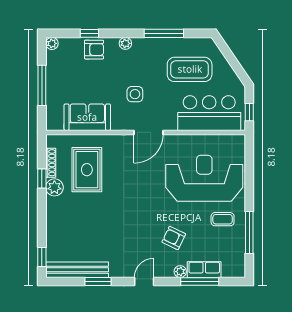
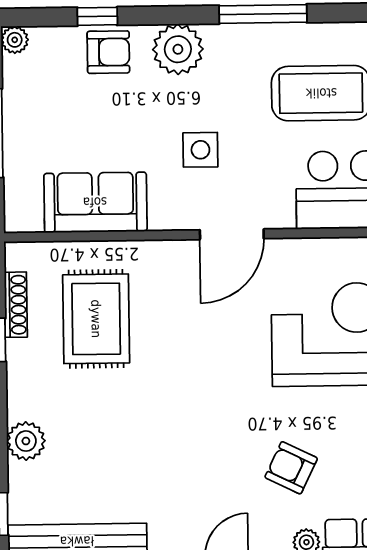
plant: (125, 43) -> (178, 49), width x1.88, depth x1.88
plant: (54, 187) -> (26, 441), moved

